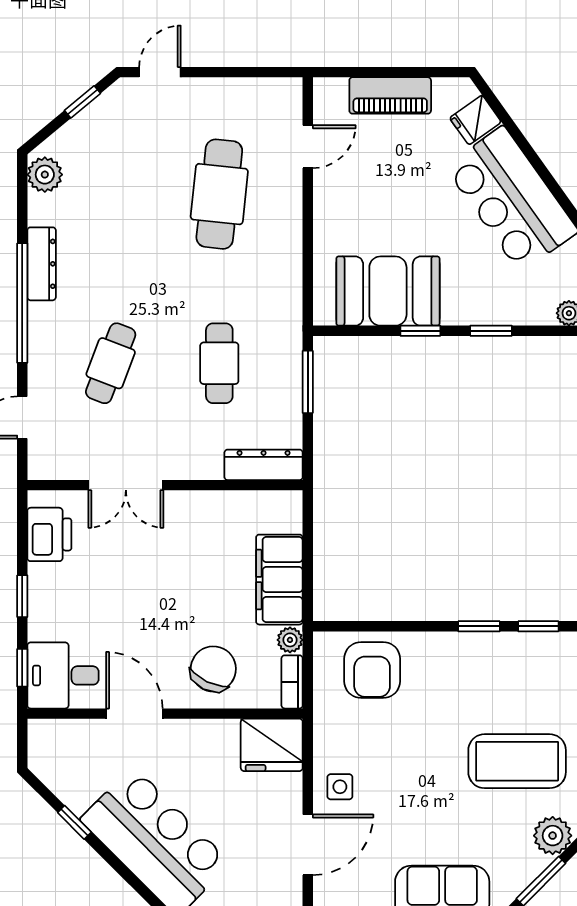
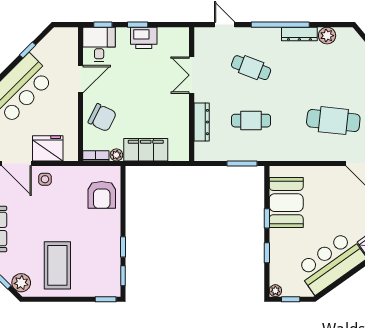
plant: (45, 175) -> (327, 36), moved
dresser: (264, 465) -> (202, 122), moved
printer: (49, 534) -> (144, 38), moved
armchair: (372, 670) -> (102, 195), turned -90
fridge: (272, 745) -> (48, 148), moved, turned 90

